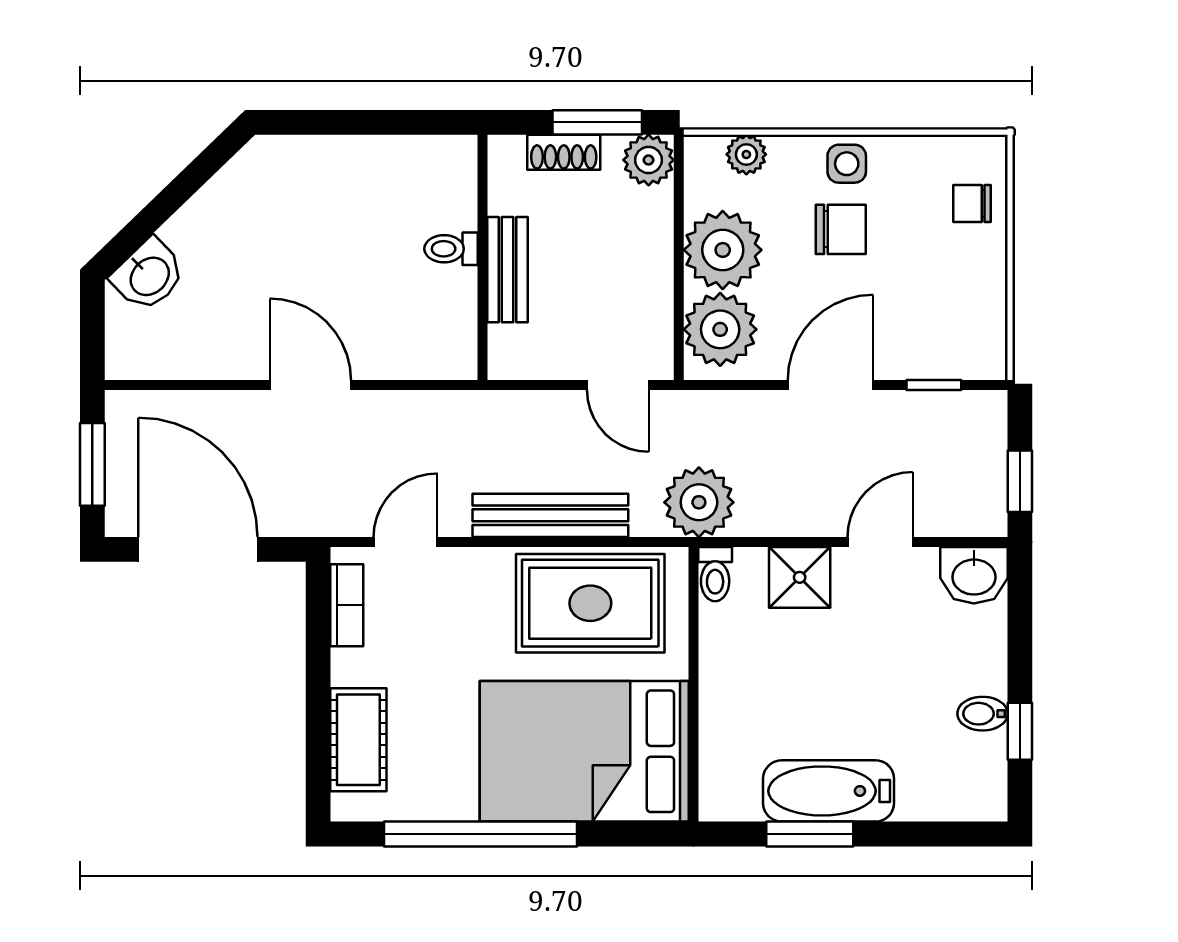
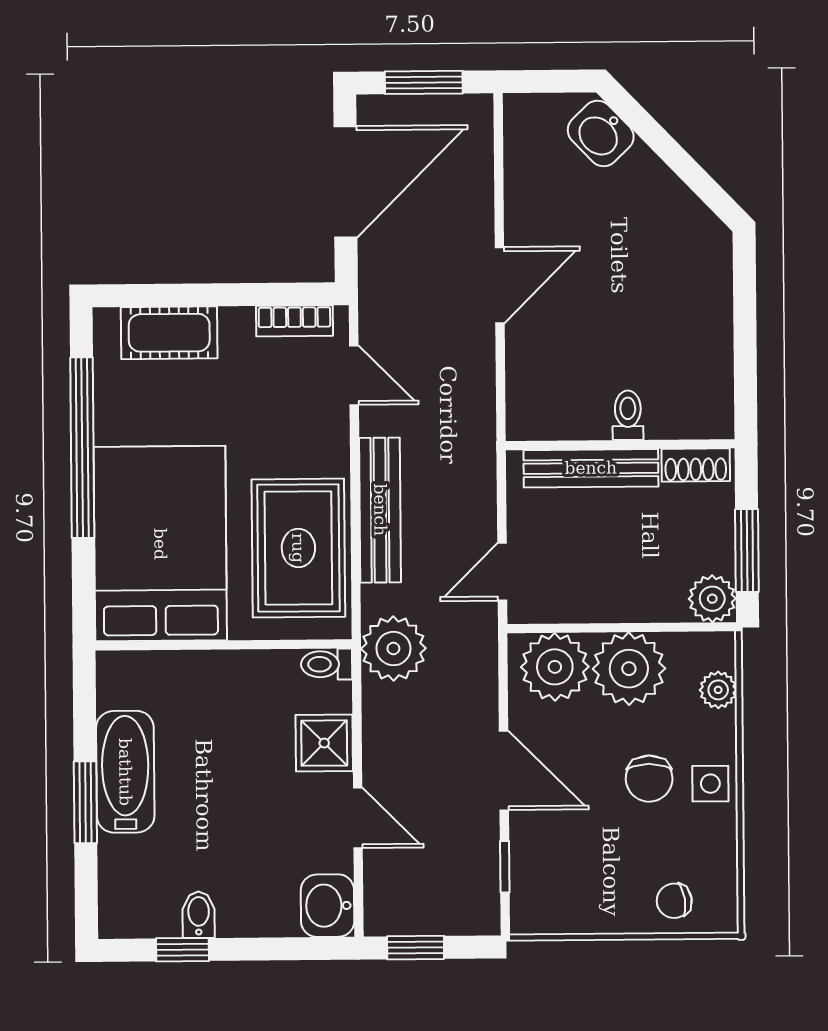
shoe rack: (564, 152) -> (696, 465), moved, turned -90
chair: (972, 204) -> (674, 901), turned -99
bench: (508, 270) -> (591, 468), width x1.36
window: (810, 834) -> (85, 802), moved

